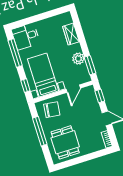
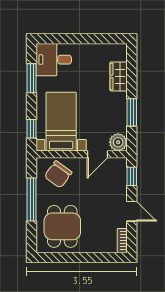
window: (15, 53) -> (32, 78), width x0.69
plant: (78, 59) -> (118, 142), moved
window: (90, 65) -> (132, 112), moved
chair: (52, 110) -> (58, 174), turned 119

